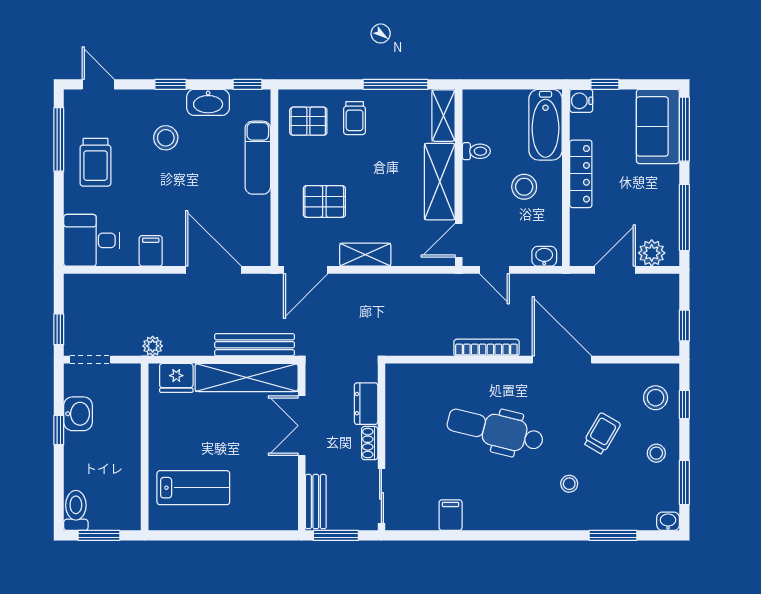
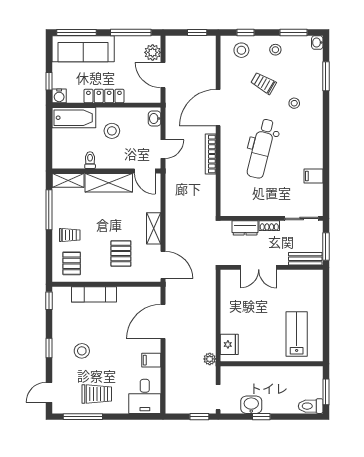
washbasin: (208, 102) -> (60, 325), removed
sofa: (658, 126) -> (83, 49), width x1.36
bench: (255, 345) -> (209, 296), removed
shelving: (247, 377) -> (229, 301), removed

